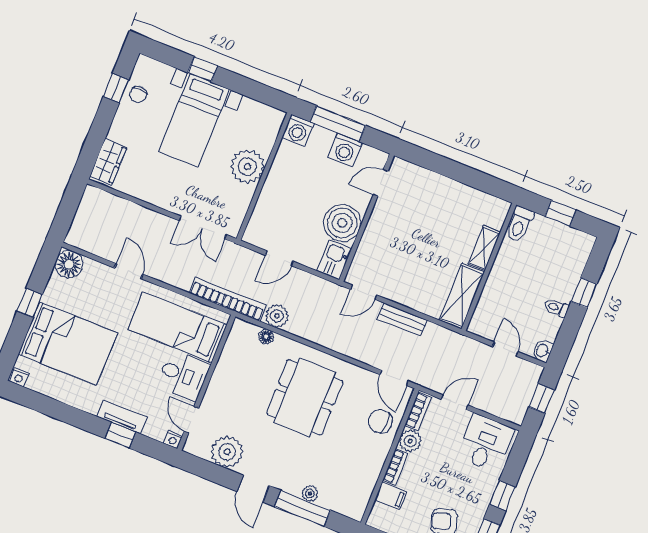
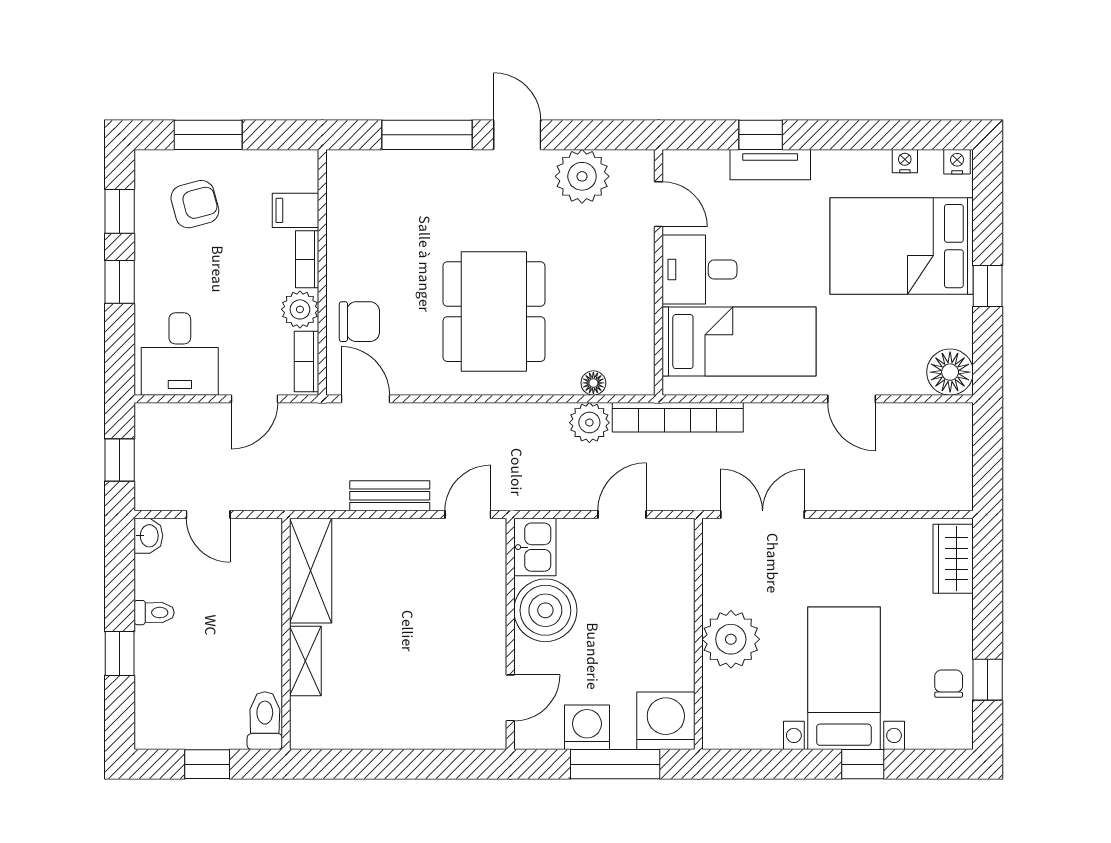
washing machine: (298, 130) -> (666, 721), width x1.37, depth x1.37
nightstand: (173, 440) -> (905, 161), moved
plant: (310, 494) -> (425, 163), removed

